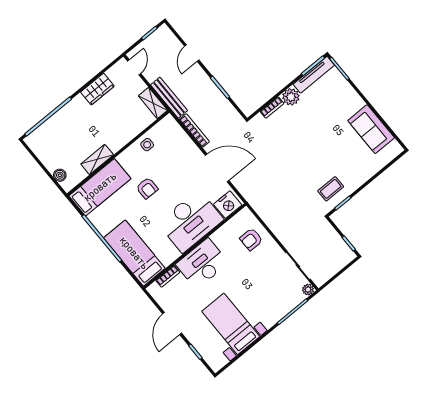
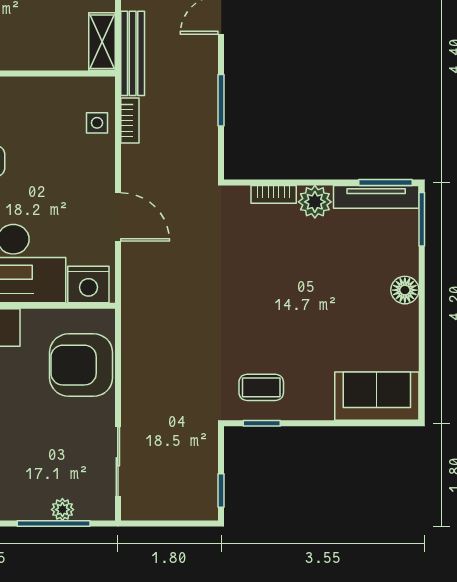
floor lamp: (356, 102) -> (405, 290), added
sofa: (371, 129) -> (377, 396), moved, turned 90
bookcase: (194, 130) -> (130, 121), width x0.64
side table: (147, 145) -> (97, 123), moved
door: (217, 168) -> (118, 217), width x0.73
armchair: (251, 239) -> (81, 365), width x1.88, depth x1.88
plant: (308, 290) -> (62, 510), moved

